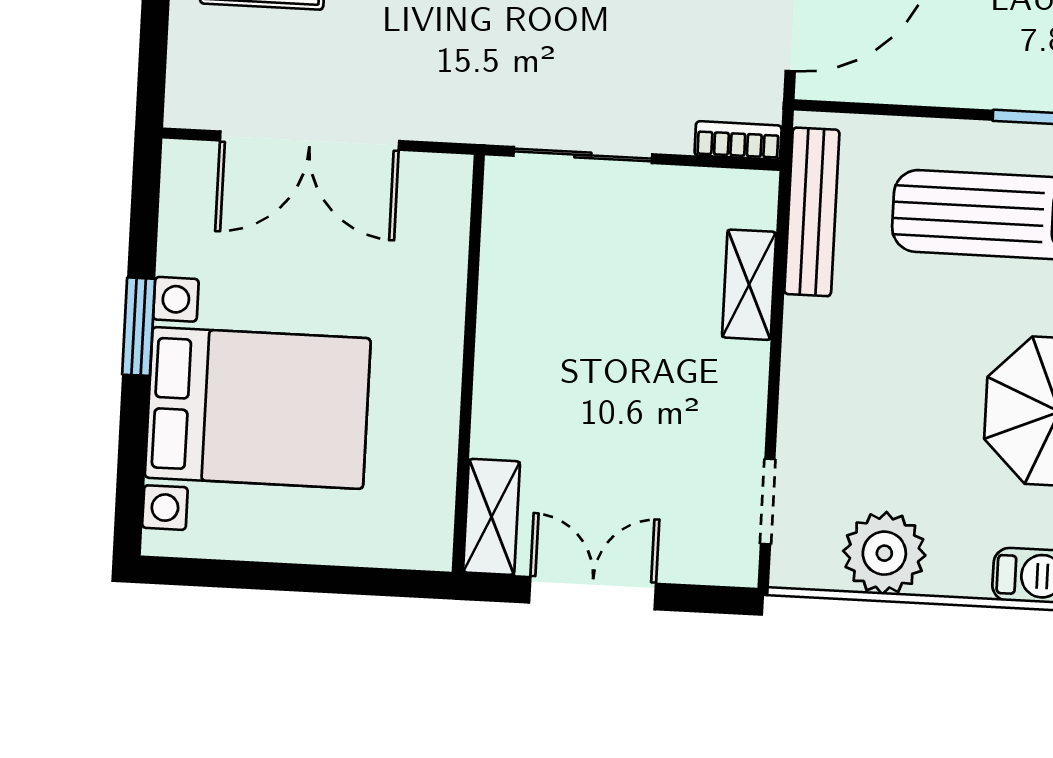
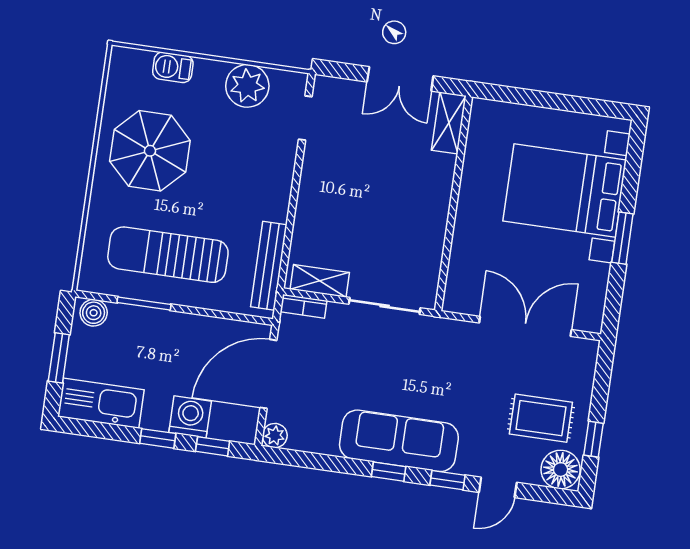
shelving: (749, 285) -> (320, 281), moved, turned 90

